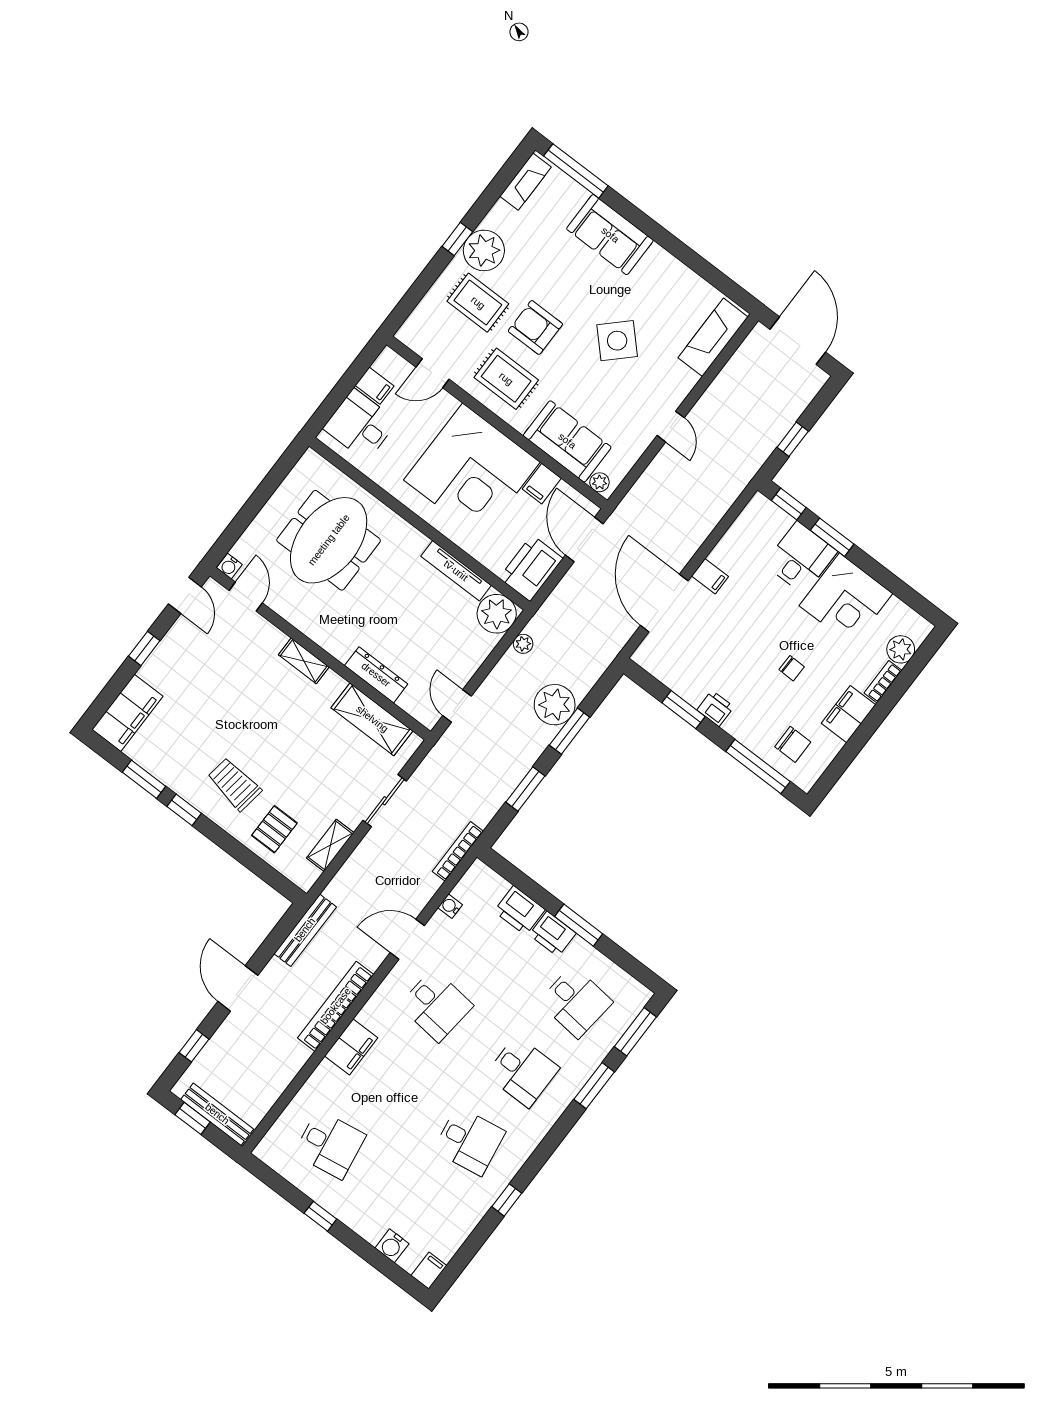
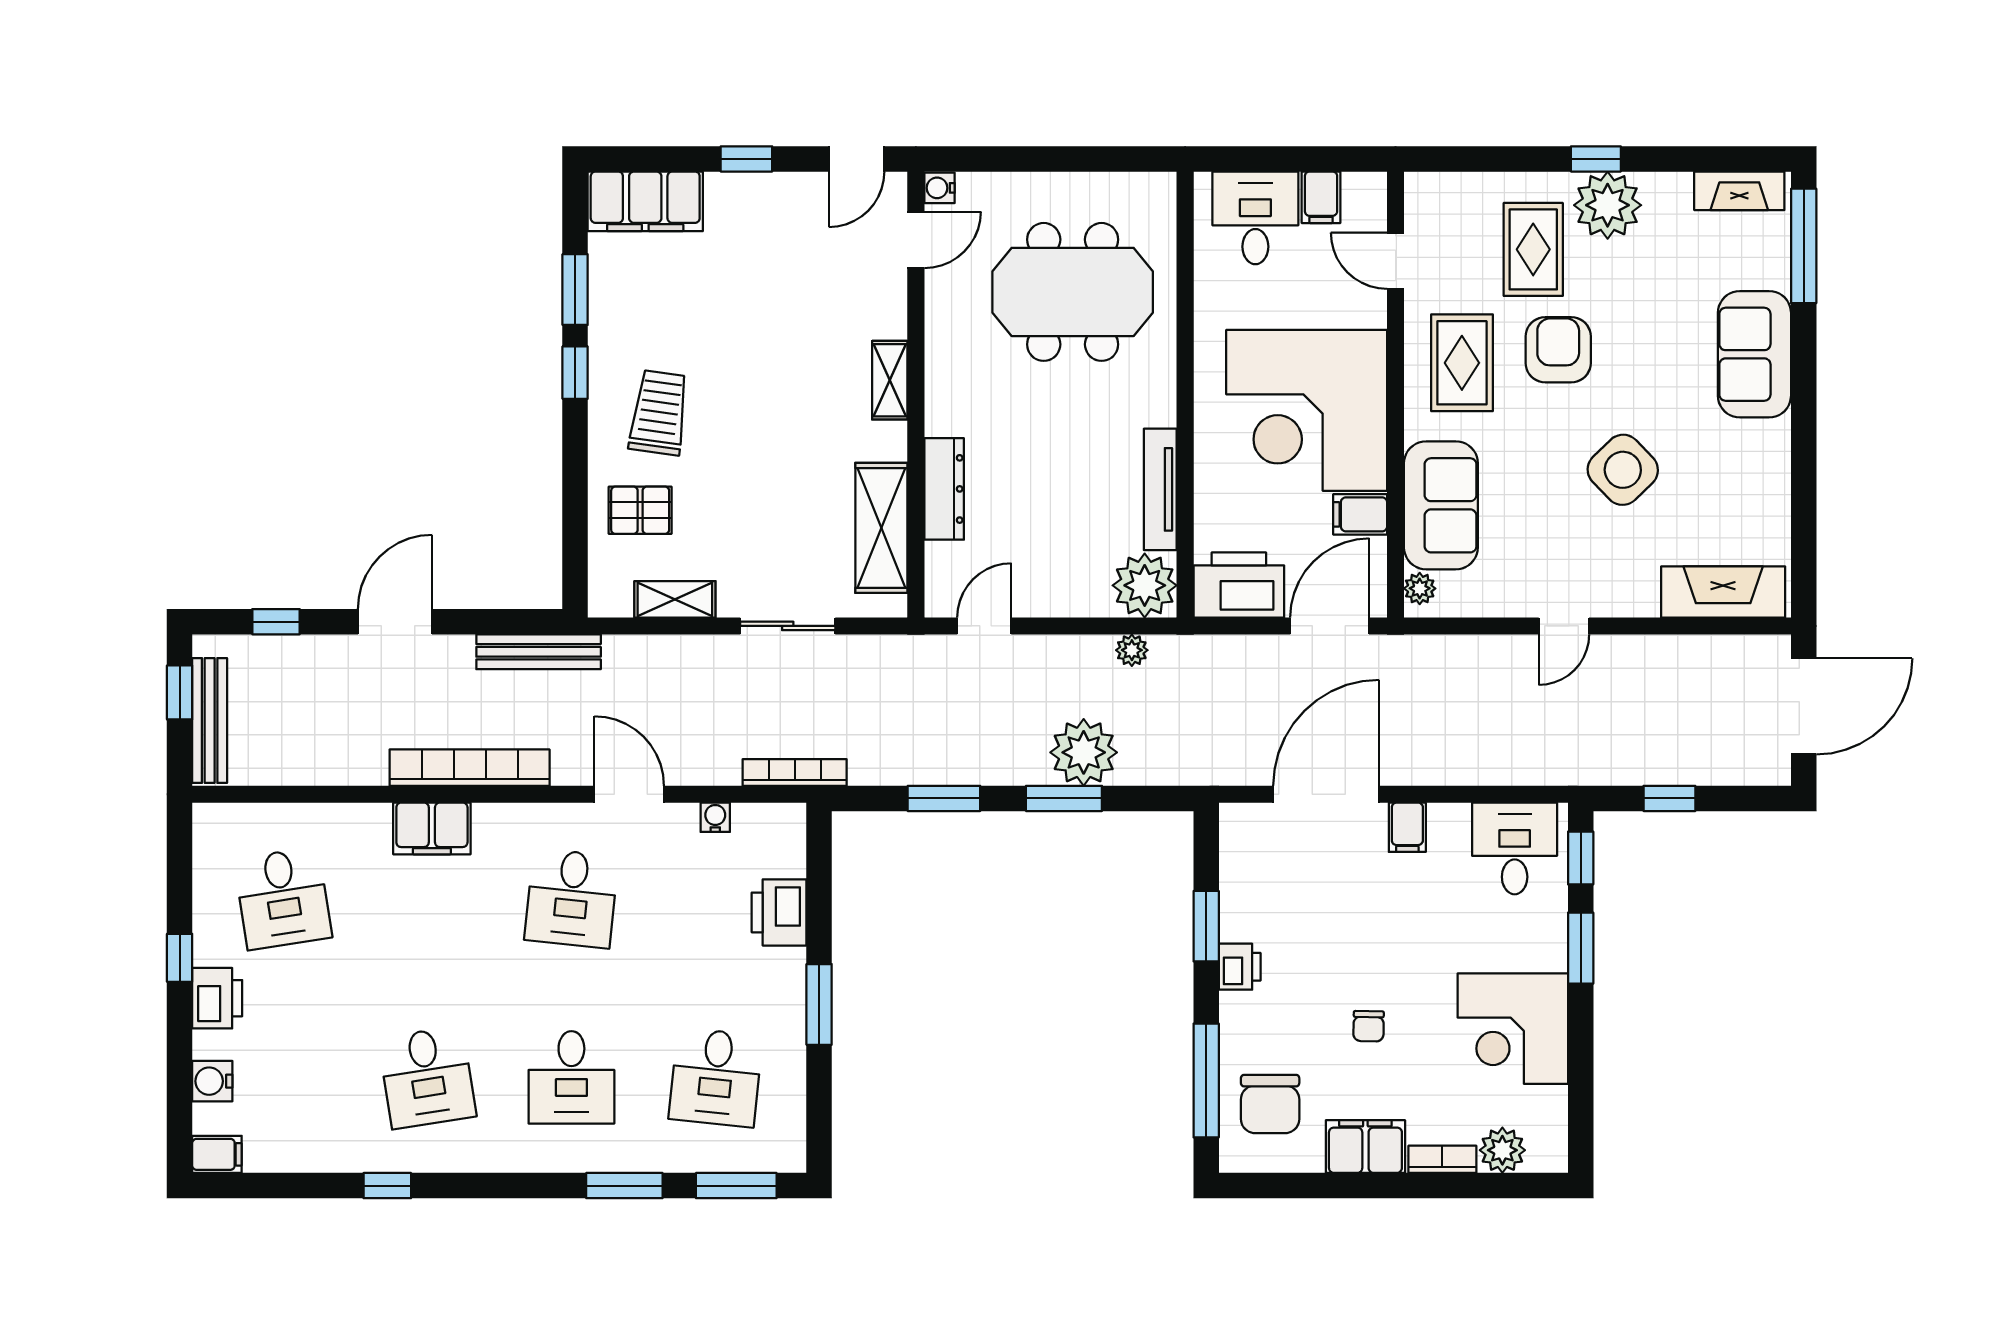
desk: (801, 558) -> (1515, 848), moved, turned -90
chair: (793, 744) -> (1270, 1104), width x1.37, depth x1.37
printer: (553, 934) -> (217, 998), moved, turned 180

